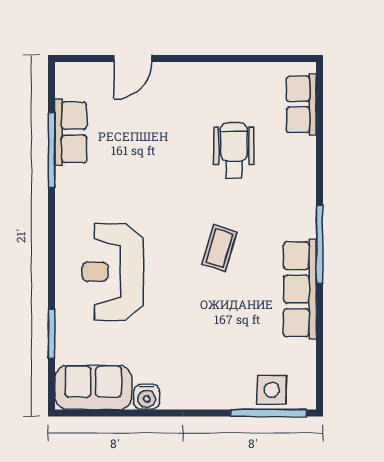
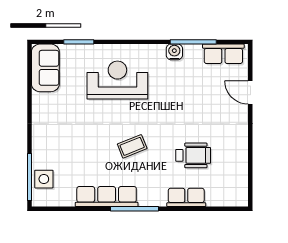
row of seats: (301, 104) -> (186, 197), moved
row of seats: (71, 132) -> (223, 54), moved
coffee table: (219, 248) -> (132, 146), turned -39
water cooler: (147, 397) -> (174, 52), moved, turned 90

